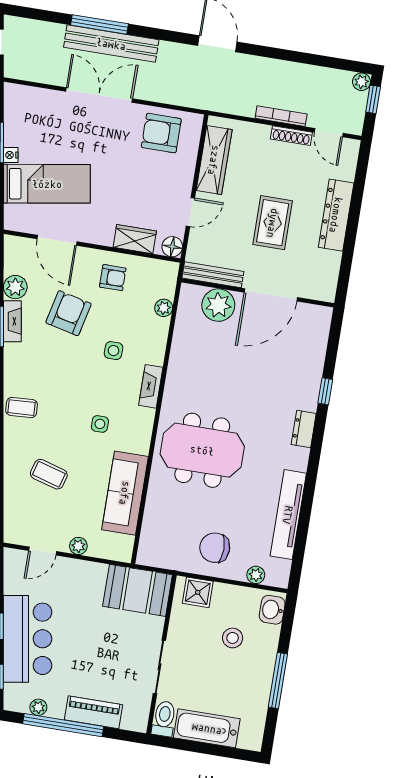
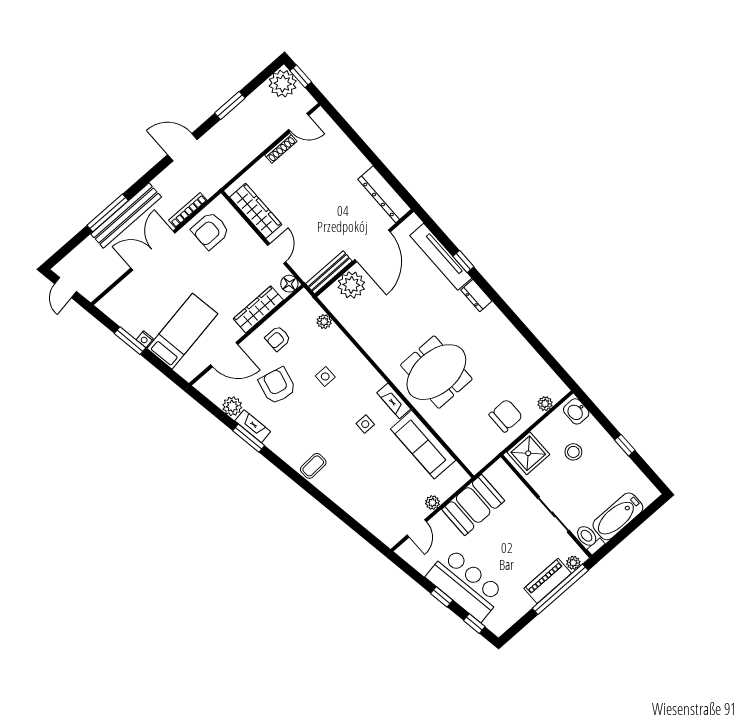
window: (292, 56) -> (230, 106), added
plant: (362, 82) -> (283, 84), width x1.87, depth x1.87
bookcase: (281, 116) -> (188, 210), moved
dresser: (336, 215) -> (385, 194), moved
rug: (273, 223) -> (327, 206), removed
wardrobe: (135, 239) -> (258, 309), width x1.50
armchair: (113, 278) -> (278, 338), turned 180
fireplace: (151, 386) -> (394, 401), moved
coffee table: (49, 474) -> (371, 484), removed
tv unit: (288, 515) -> (441, 257), moved
chair: (215, 548) -> (506, 416), turned 180
booth: (138, 590) -> (473, 505), moved
shower: (198, 592) -> (528, 453), width x1.36, depth x1.36
window: (278, 681) -> (625, 445), width x0.46
plant: (38, 707) -> (573, 563), moved
window: (63, 725) -> (560, 589), moved

